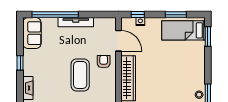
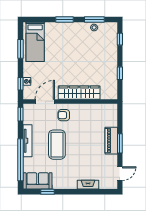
window: (105, 15) -> (21, 114), added
window: (208, 36) -> (65, 19), moved
window: (20, 63) -> (47, 192), moved
coffee table: (80, 75) -> (57, 145), moved, turned 90

